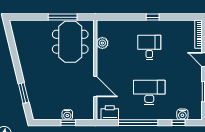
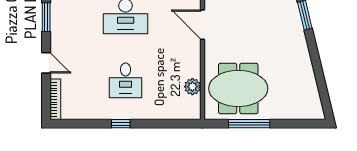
meeting table: (70, 42) -> (238, 88), turned 90

